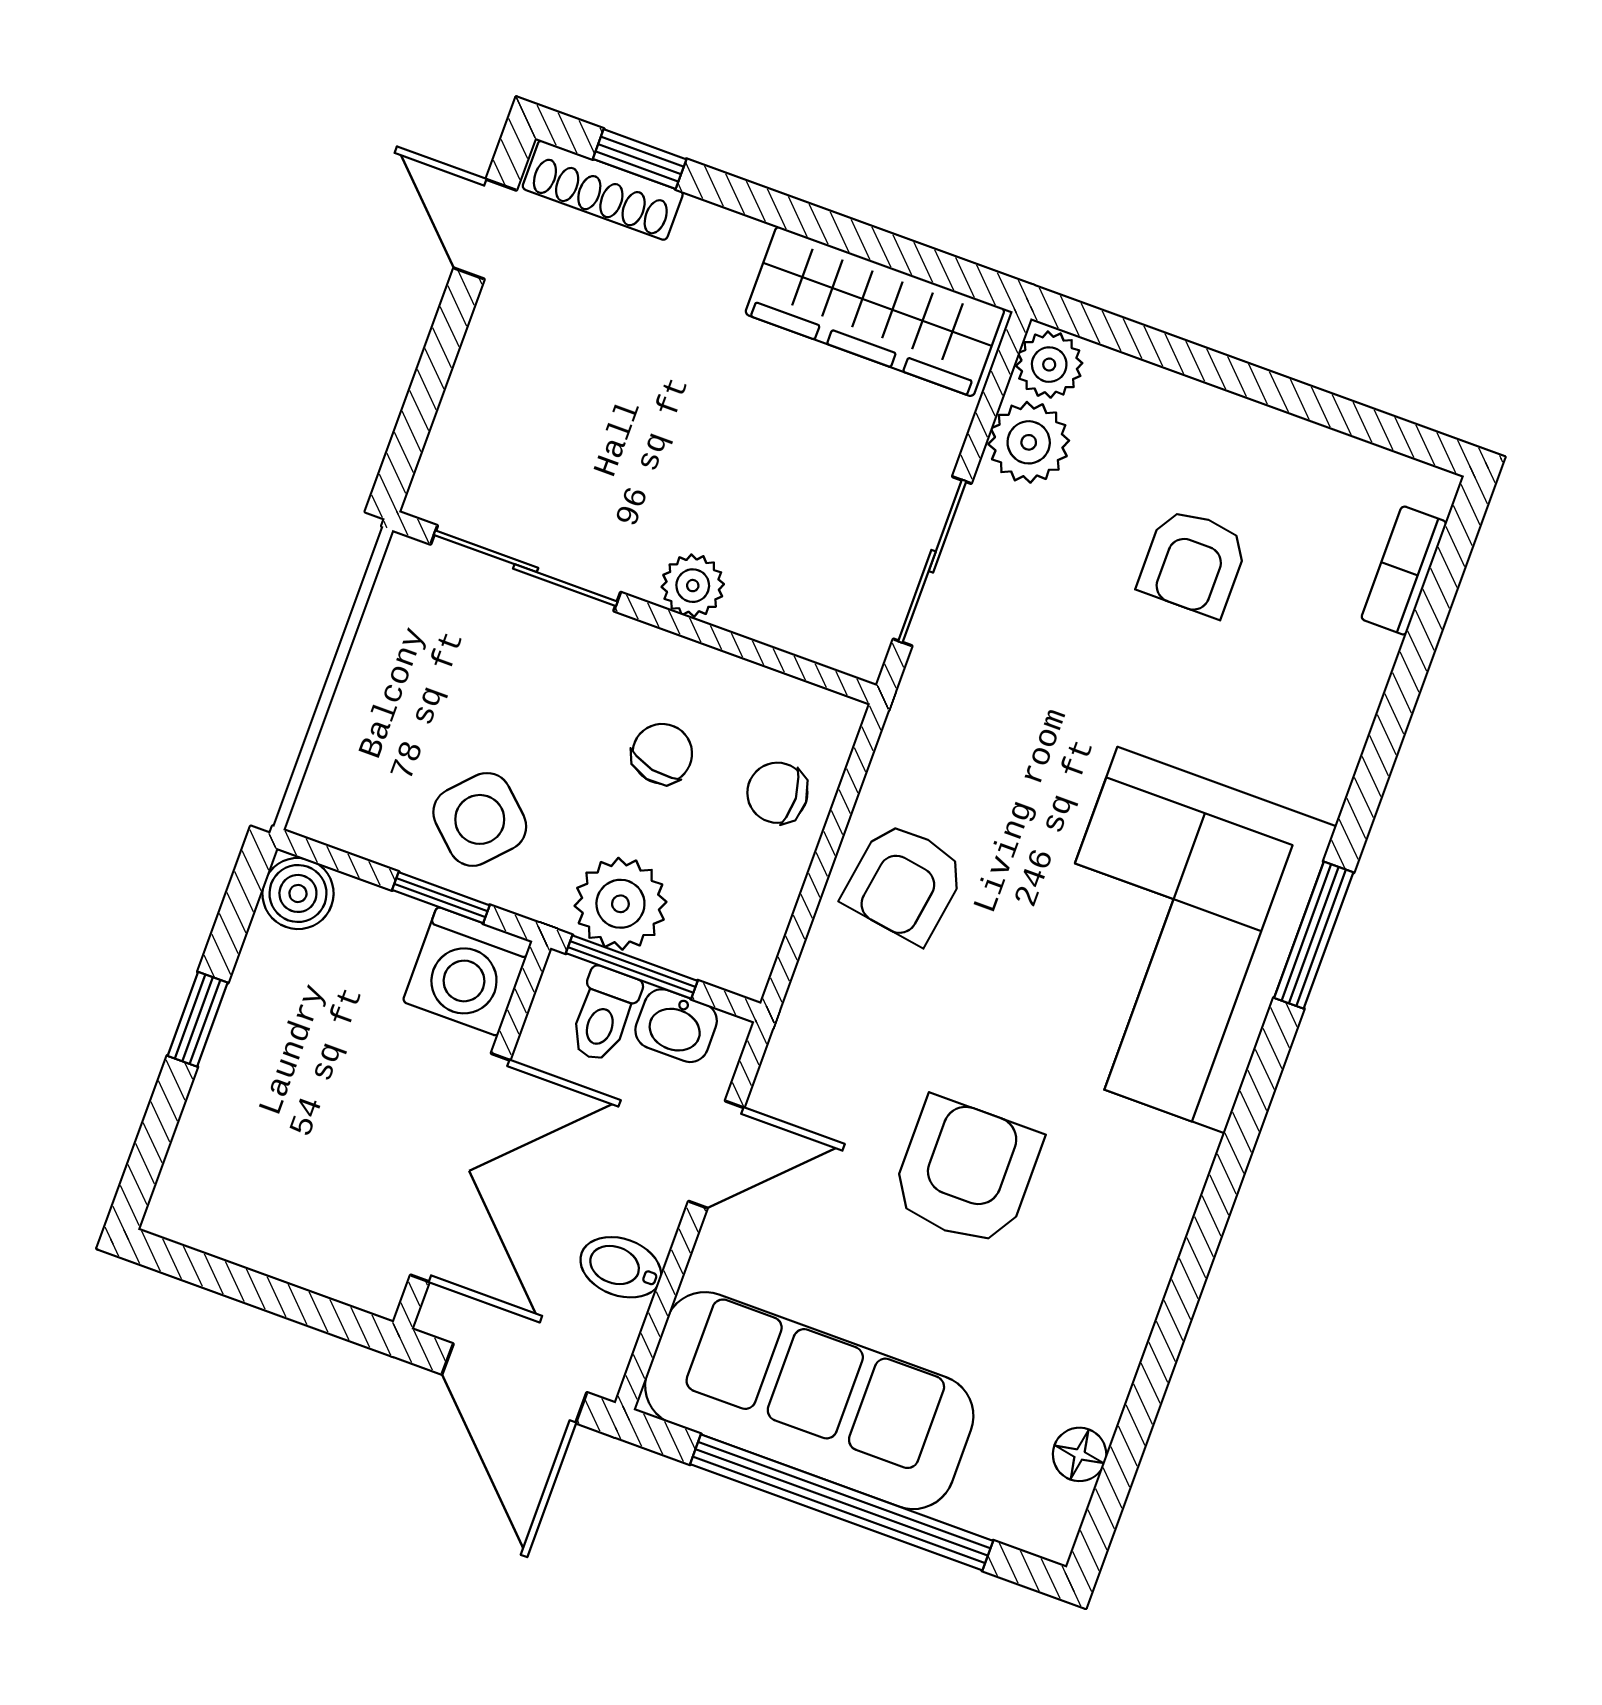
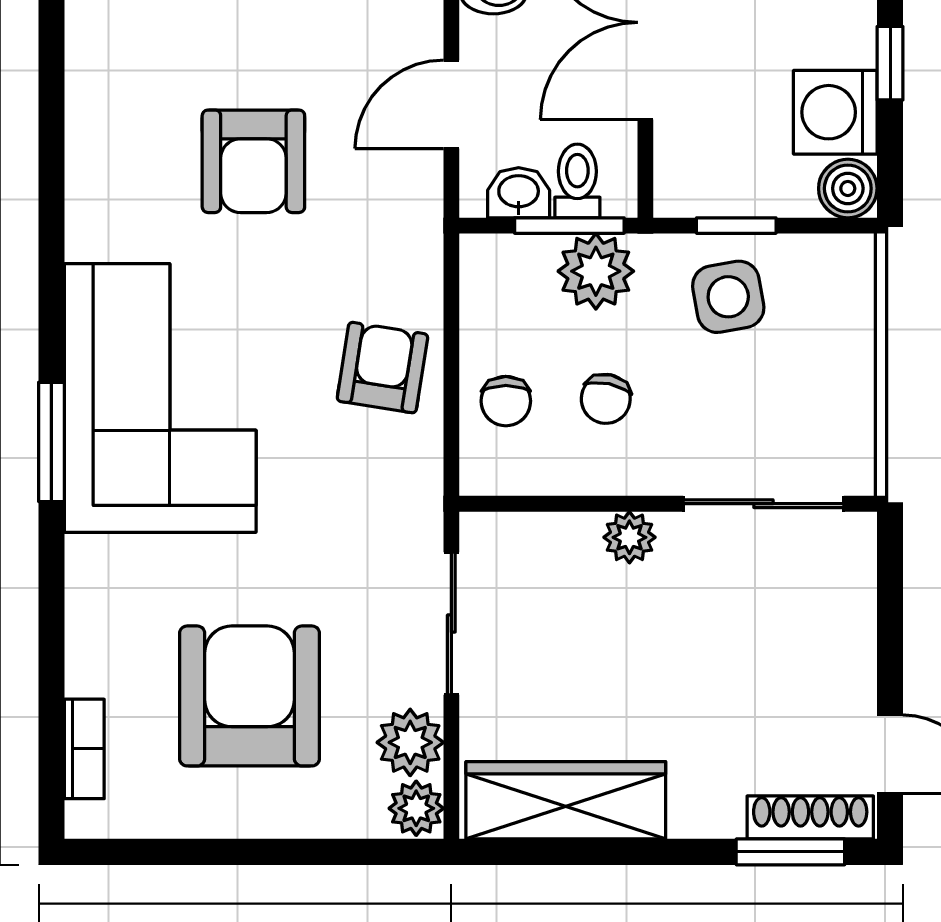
window: (640, 159) -> (790, 852), width x1.50
armchair: (1193, 562) -> (250, 696), width x1.88, depth x1.88
chair: (777, 793) -> (506, 401), turned 93
side table: (480, 819) -> (728, 297), turned 37
washing machine: (467, 971) -> (835, 112), moved, turned -90

